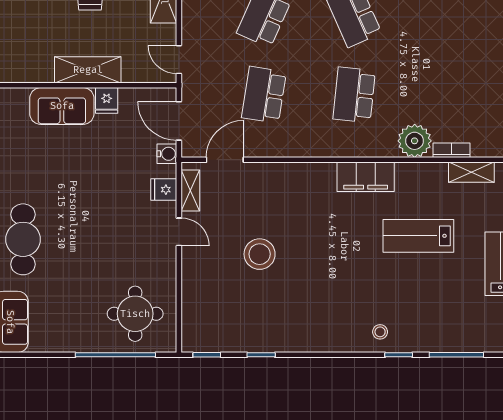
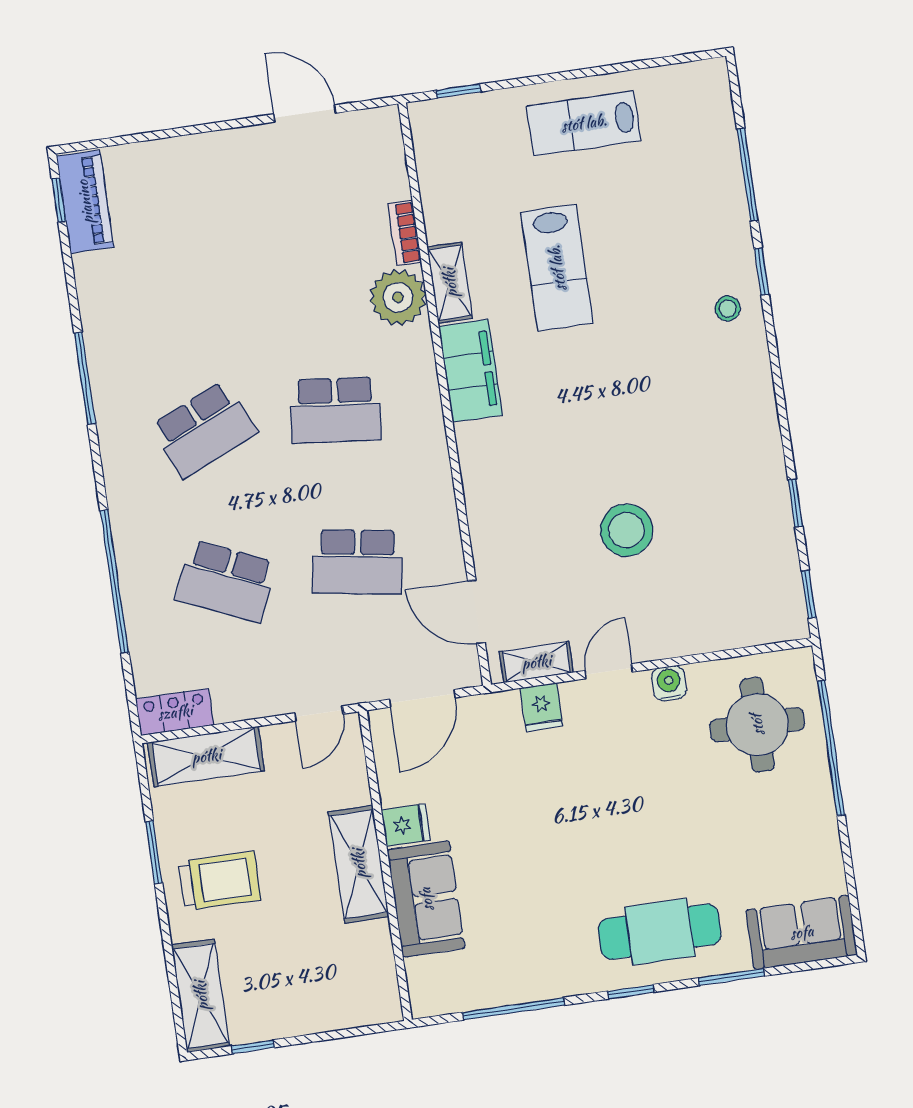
water cooler: (167, 154) -> (669, 683), moved
shelving: (471, 172) -> (450, 283), moved

